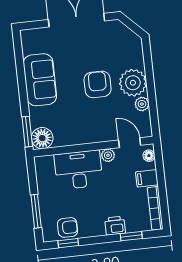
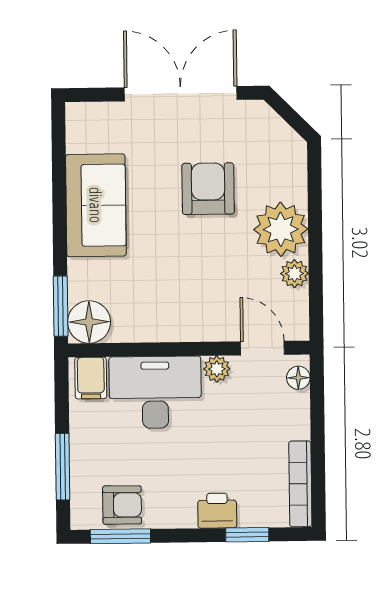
armchair: (98, 84) -> (208, 189), moved
filing cabinet: (147, 178) -> (91, 378), moved, turned -90
window: (68, 243) -> (120, 536), width x1.50

